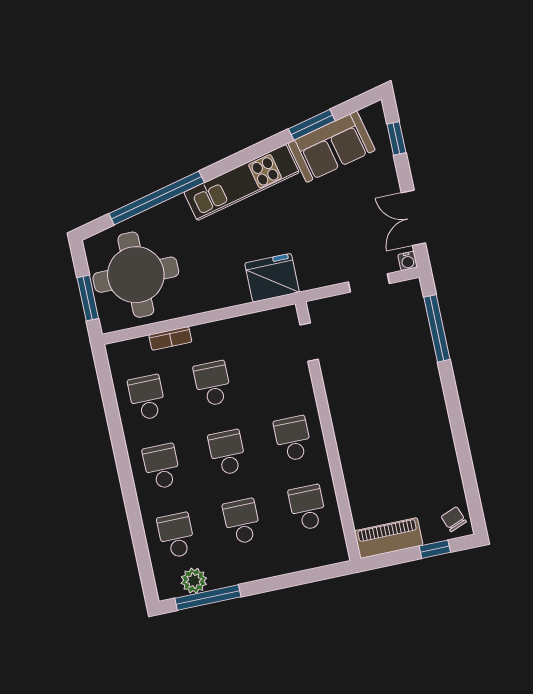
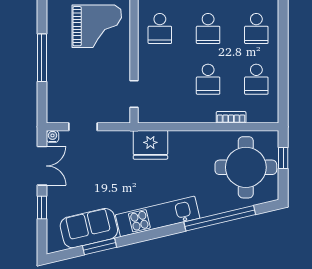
window: (396, 138) -> (42, 208), moved
window: (88, 298) -> (283, 158), width x0.67
window: (437, 328) -> (42, 58), moved
grand piano: (379, 424) -> (97, 26), added

